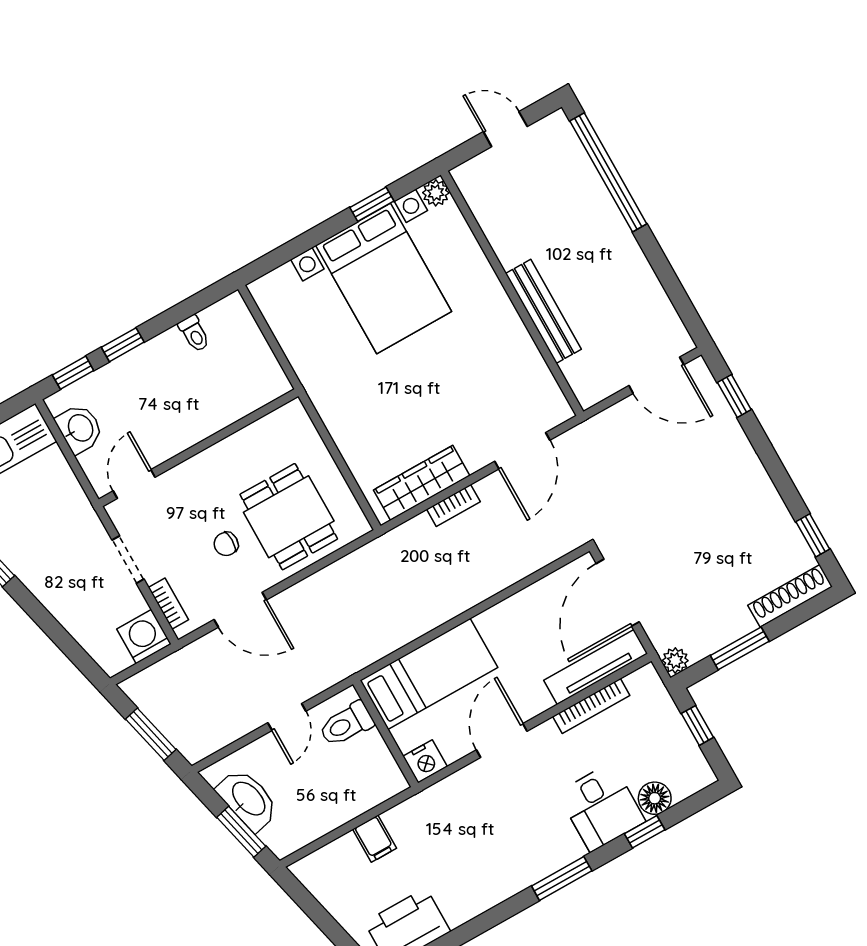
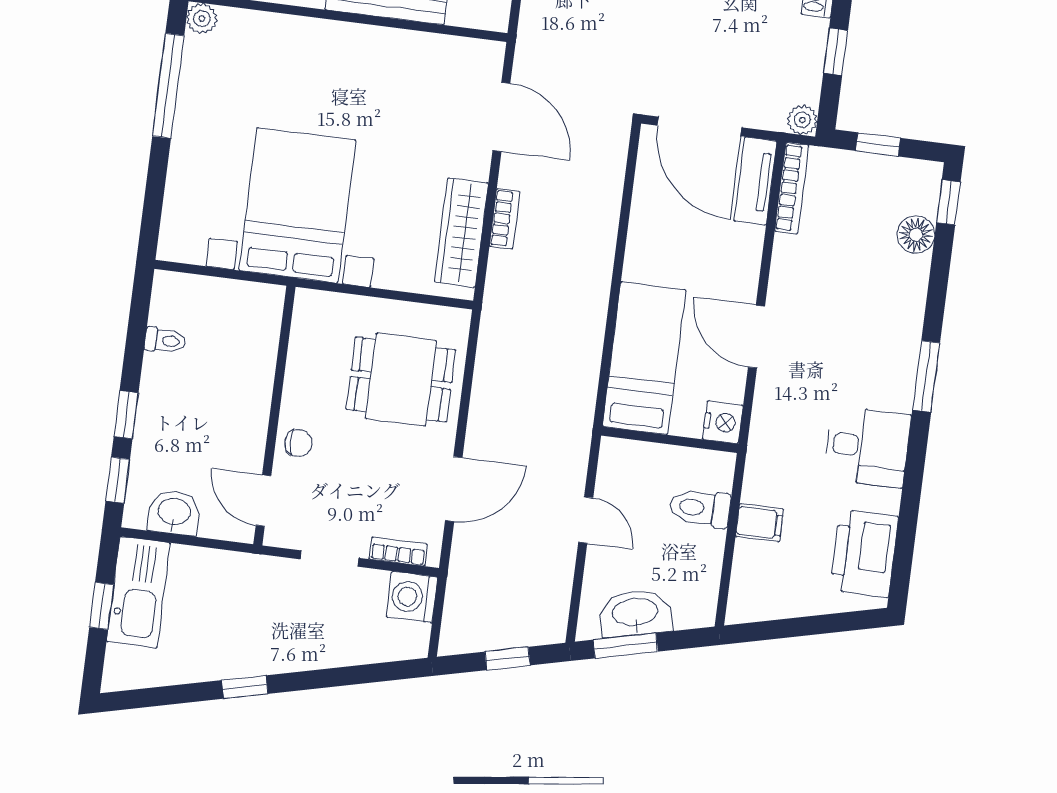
window: (372, 204) -> (168, 86), width x2.17
bed with nightstands: (384, 278) -> (297, 205), moved, turned -90
chair: (226, 544) -> (298, 443), moved, turned -90
window: (740, 648) -> (836, 52), width x0.67
tv unit: (596, 667) -> (755, 181), width x0.71
bookcase: (591, 706) -> (792, 188), moved
toilet: (346, 724) -> (700, 508), moved, turned 90
window: (151, 734) -> (507, 658), width x0.67
desk: (601, 807) -> (867, 447), moved
window: (241, 832) -> (626, 646), moved
window: (645, 832) -> (948, 202), moved

